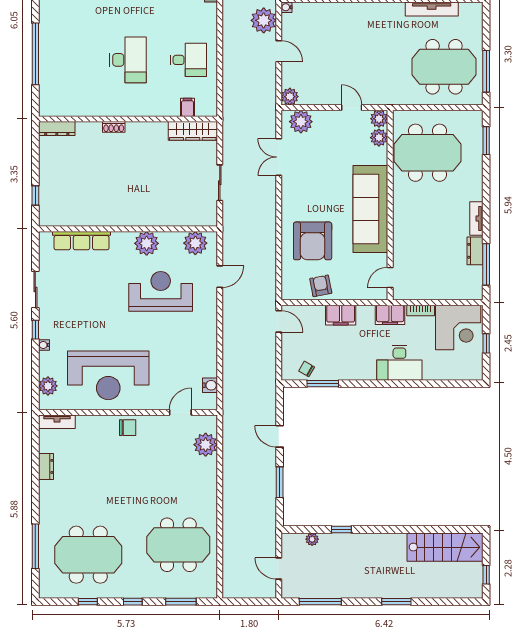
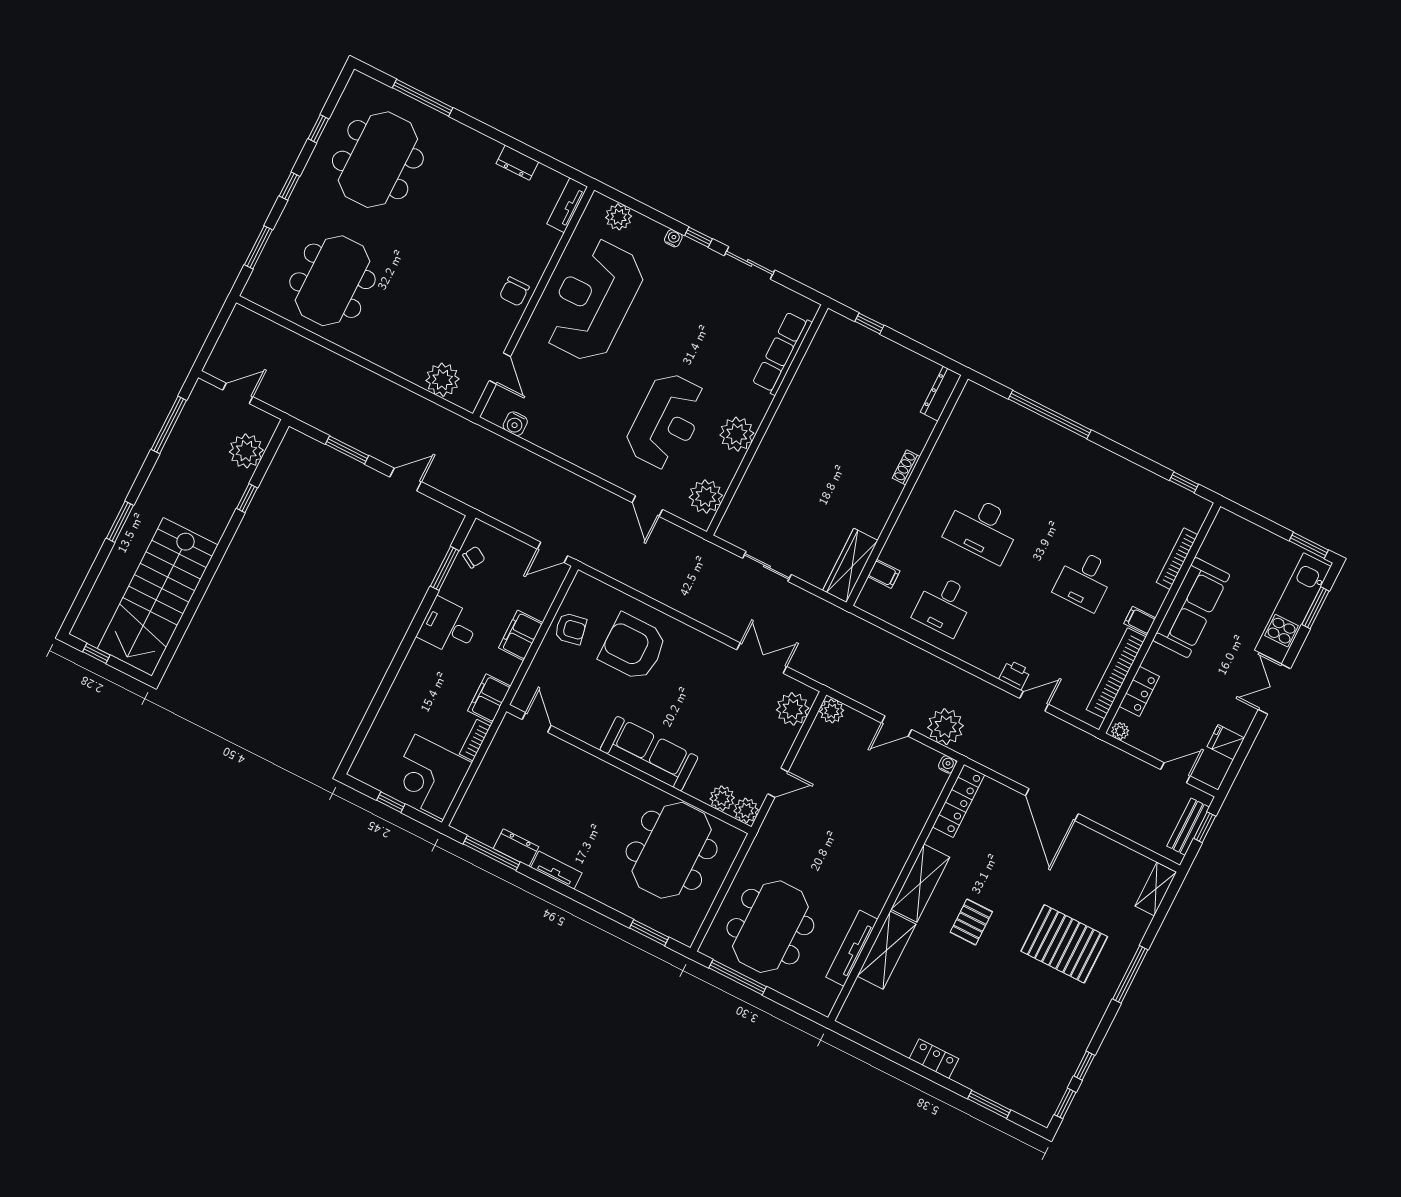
sofa: (370, 209) -> (649, 754), width x0.74, depth x0.79
desk: (399, 363) -> (449, 627), moved, width x0.73
plant: (312, 539) -> (246, 451), width x1.88, depth x1.88
stairs: (445, 547) -> (158, 597), width x1.36, depth x1.51

